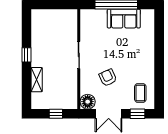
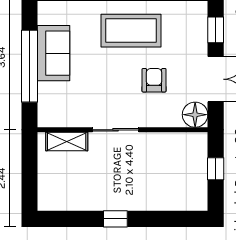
armchair: (108, 78) -> (154, 80), turned 115
shelving: (37, 80) -> (67, 142), moved
coffee table: (140, 93) -> (131, 31), moved, width x1.86, depth x1.72

